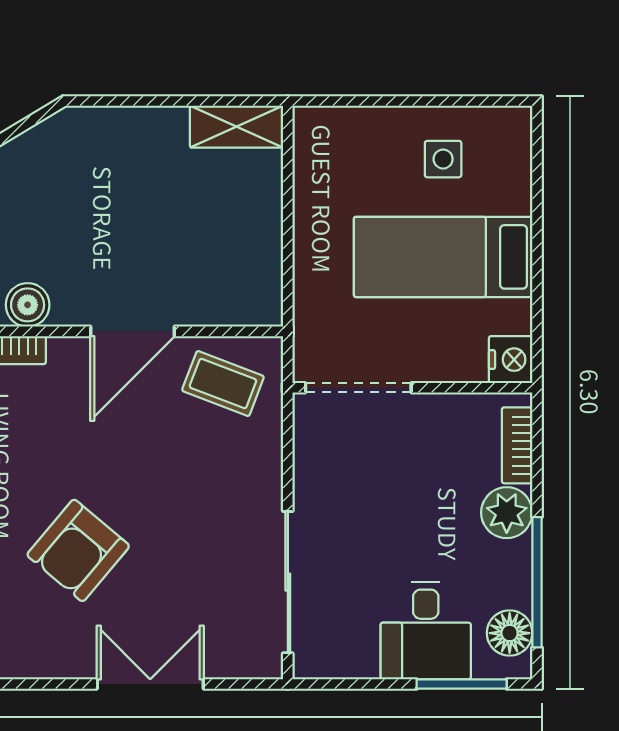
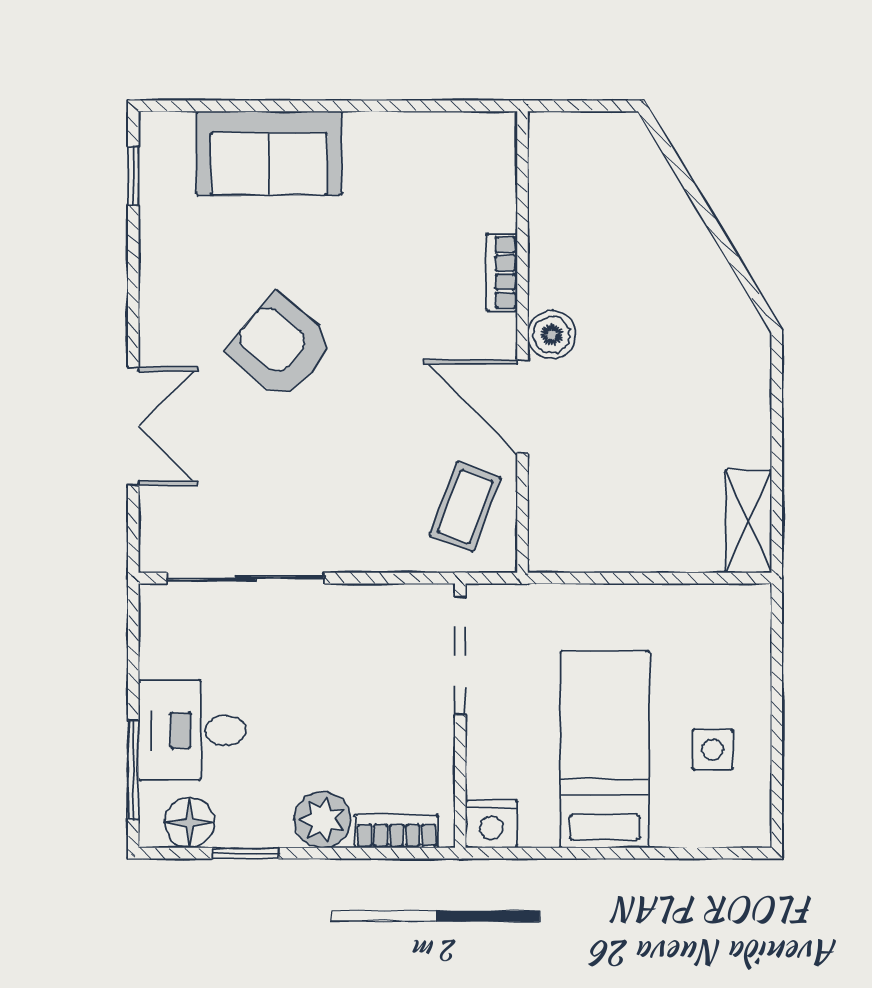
boiler: (28, 305) -> (552, 335), moved
window: (537, 582) -> (246, 853), width x0.46

